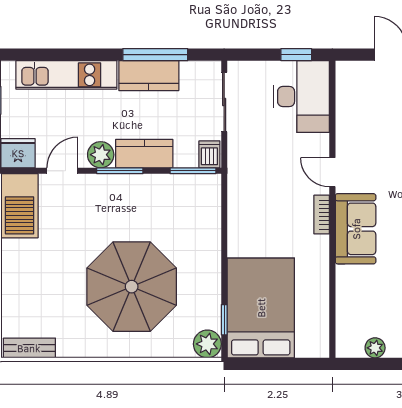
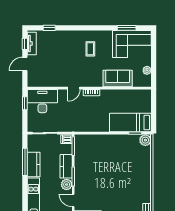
sofa: (356, 229) -> (118, 78), moved
parasol: (132, 287) -> (121, 172), removed
bed: (261, 308) -> (130, 123), width x0.67

